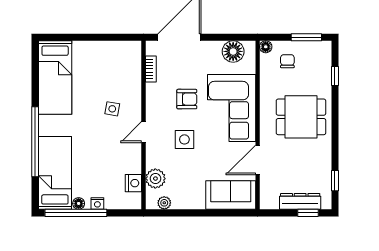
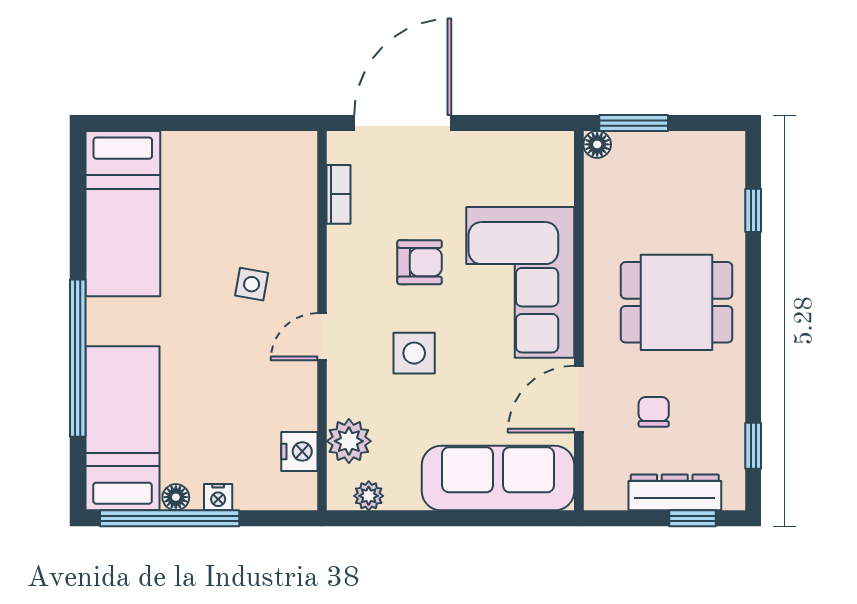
window: (306, 37) -> (634, 123), moved
floor lamp: (233, 51) -> (524, 155), removed
chair: (287, 61) -> (654, 412), moved
sofa: (231, 195) -> (498, 478), width x1.36

